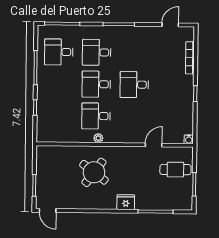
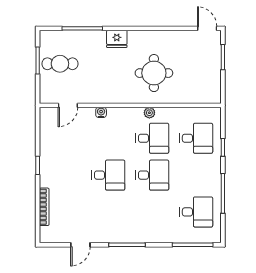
door: (170, 25) -> (80, 245), moved
desk: (97, 52) -> (196, 138), moved
water cooler: (189, 139) -> (101, 112), moved
door: (154, 145) -> (68, 105), moved
cafe table: (175, 170) -> (60, 64), moved
round table: (94, 172) -> (154, 73), turned -37

